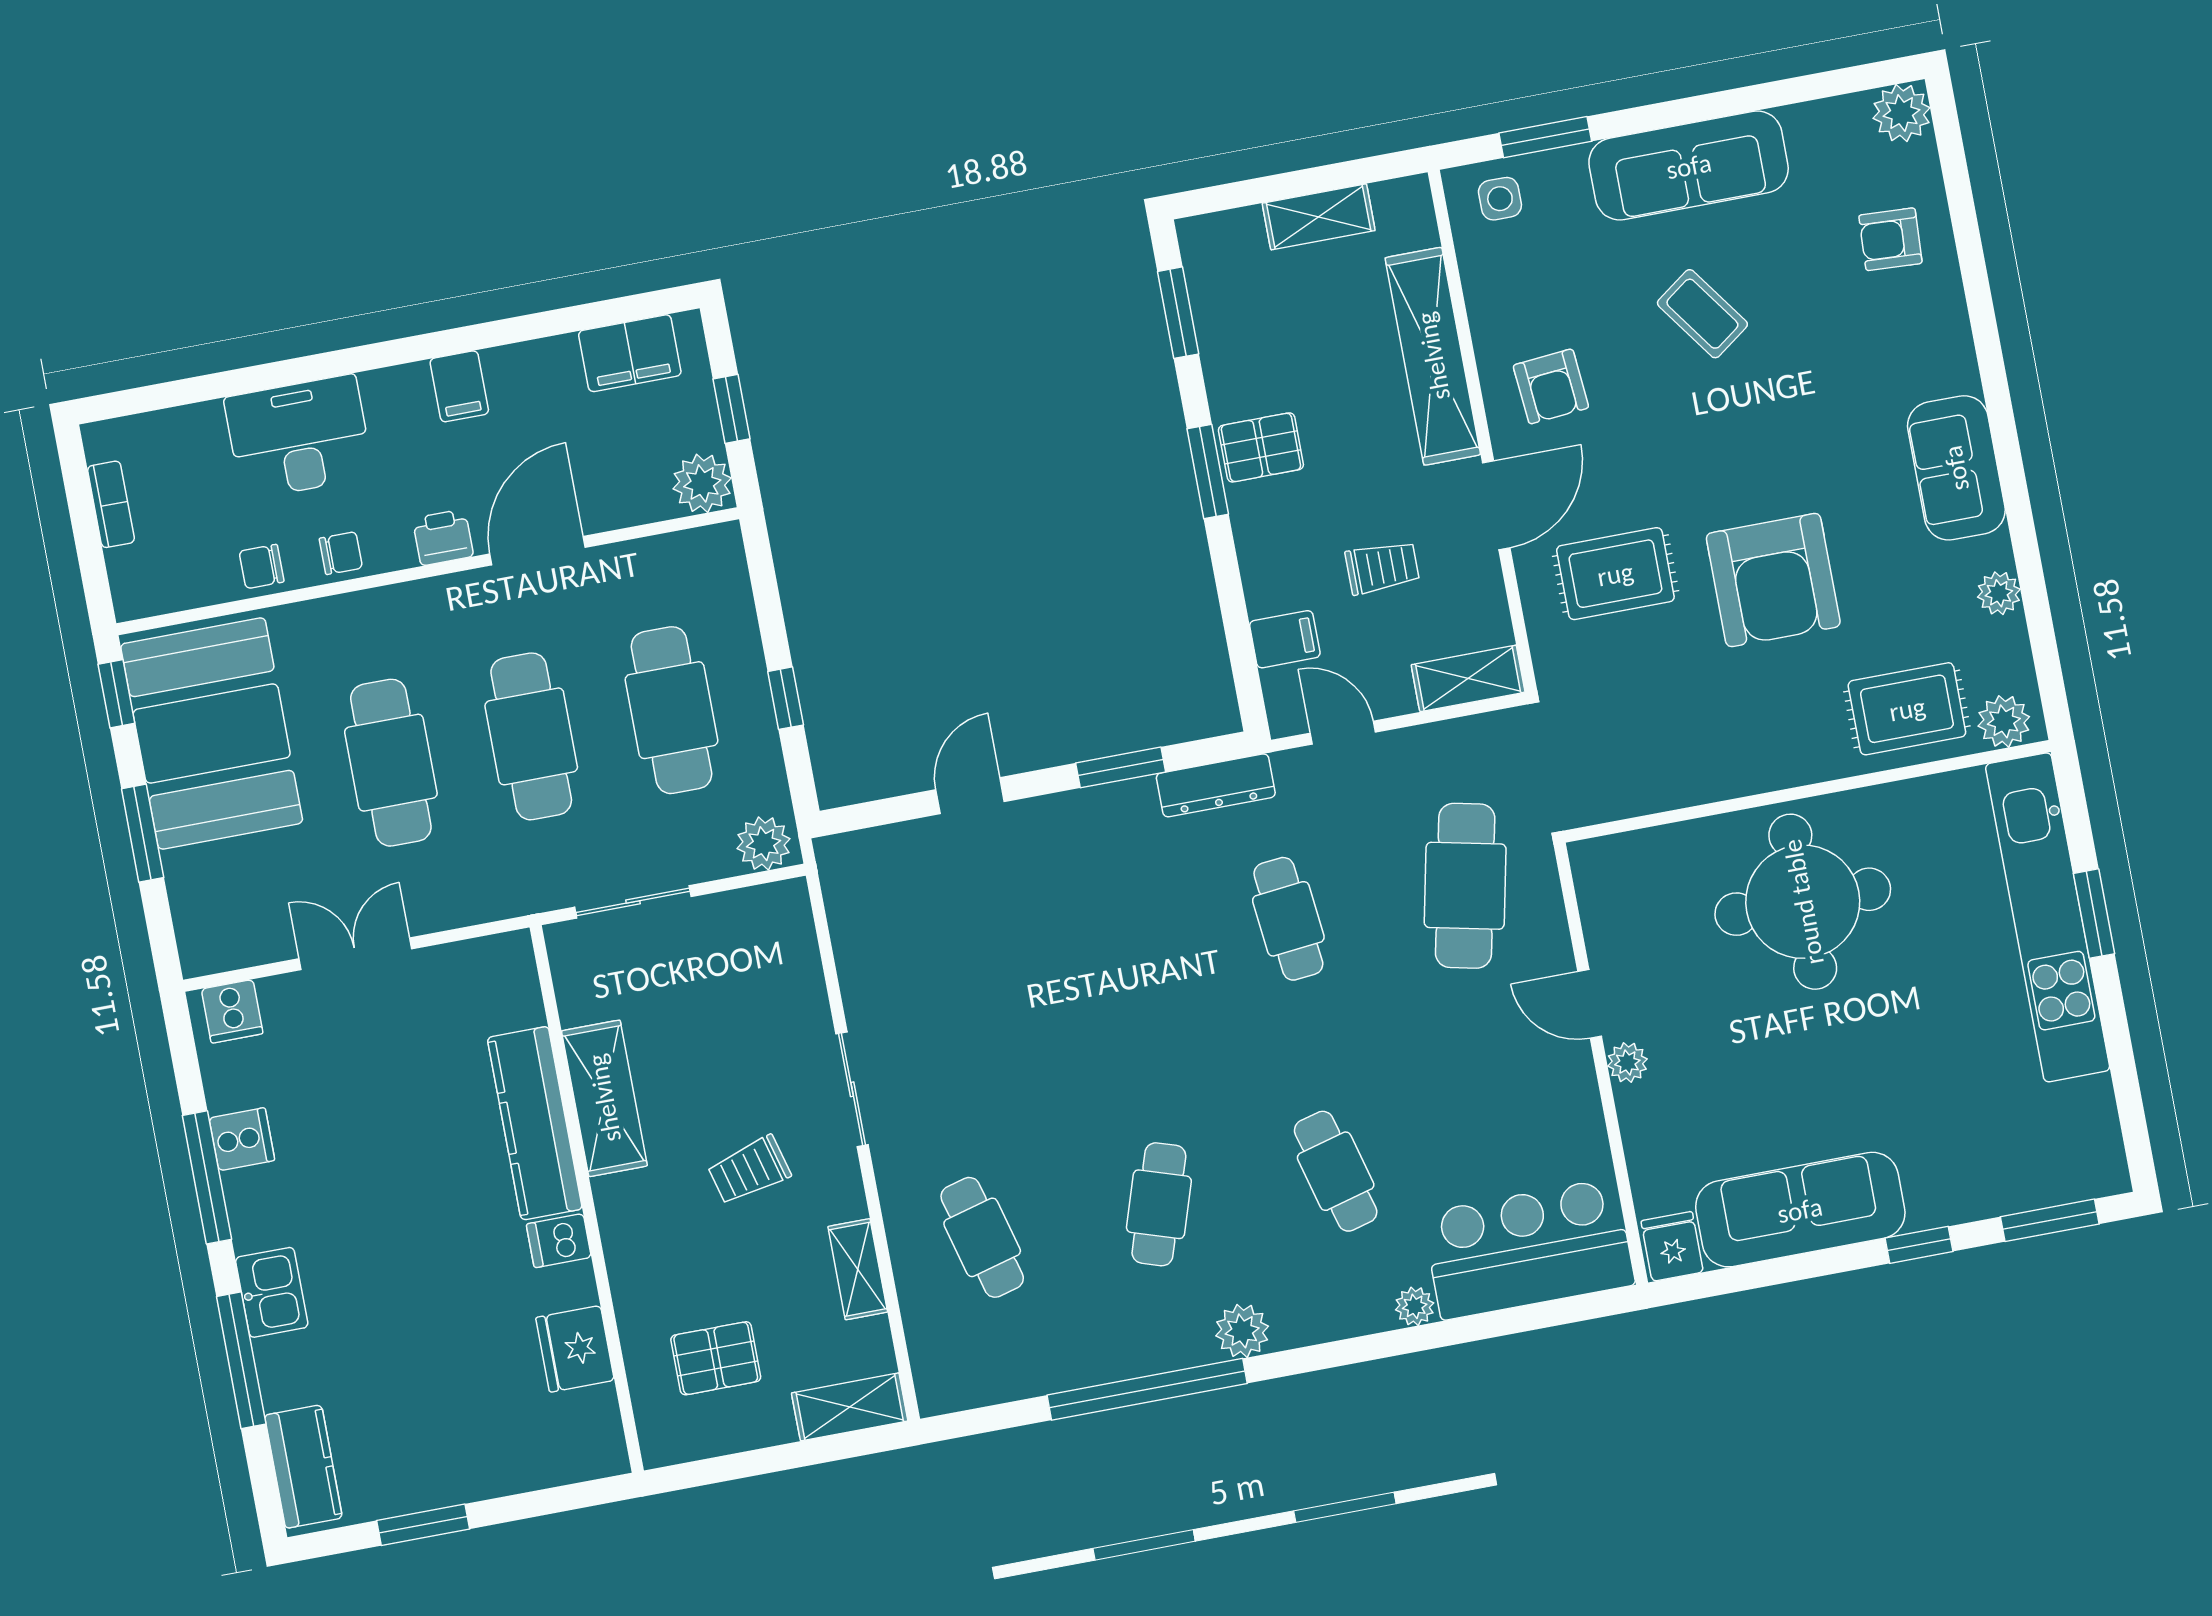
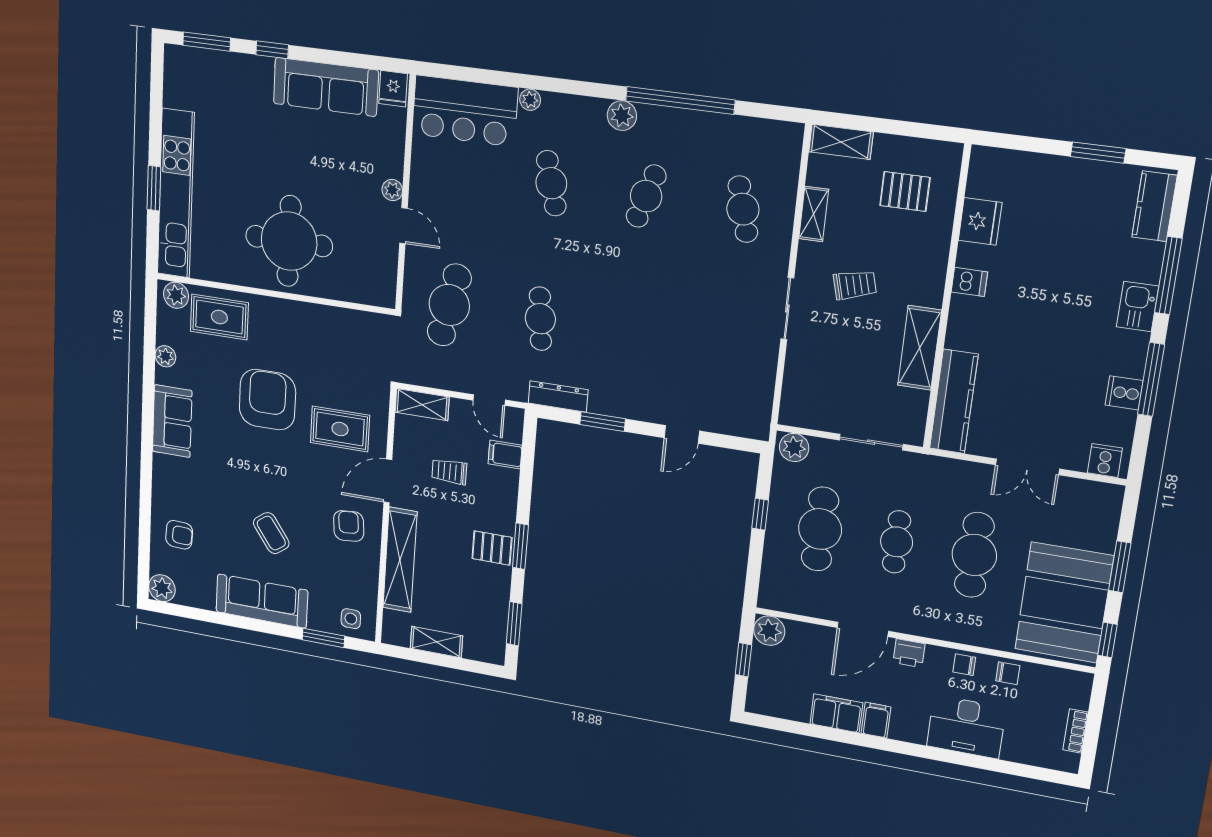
filing cabinet: (630, 353) -> (836, 713), moved
cafe table: (531, 736) -> (897, 542), width x0.73, depth x0.74
kitchen counter: (535, 1123) -> (954, 401), moved

